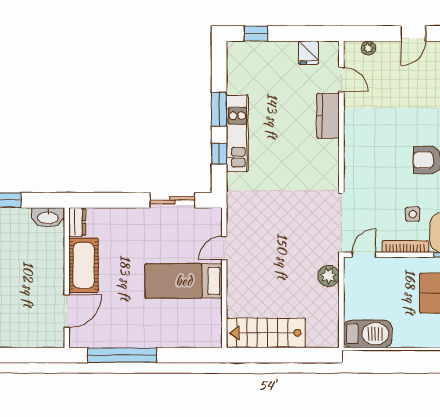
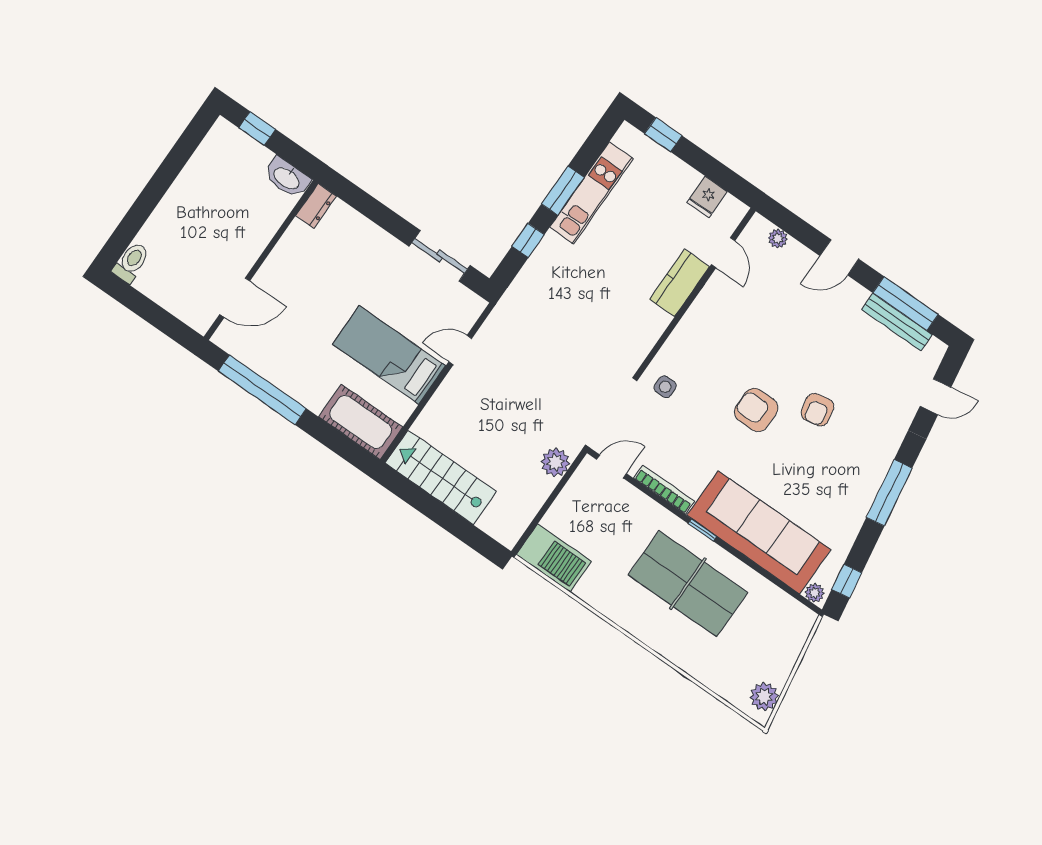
kitchen unit: (237, 133) -> (591, 193), moved
side table: (413, 214) -> (665, 387), moved
cot: (84, 265) -> (361, 422), moved, turned 90

